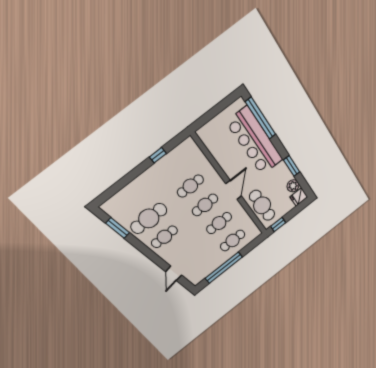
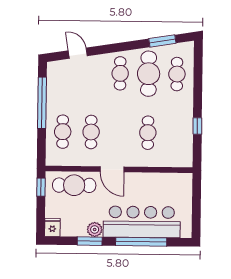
window: (261, 118) -> (141, 242), moved
plant: (293, 186) -> (95, 229), moved
cafe table: (205, 205) -> (177, 74), moved

